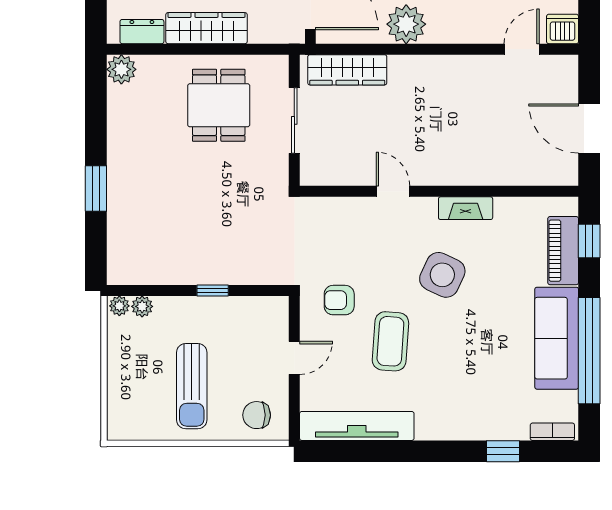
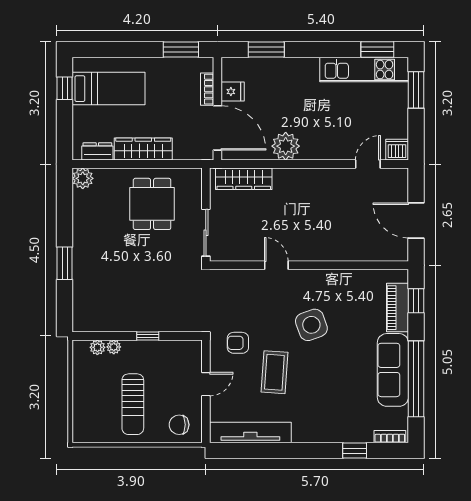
sliding door: (294, 120) -> (206, 233), moved
fireplace: (466, 208) -> (328, 277), removed
side table: (442, 275) -> (311, 325), turned 45
plant: (119, 306) -> (114, 347), moved

